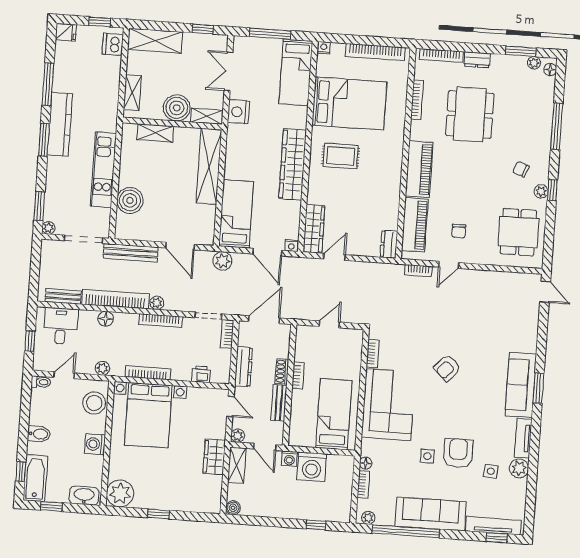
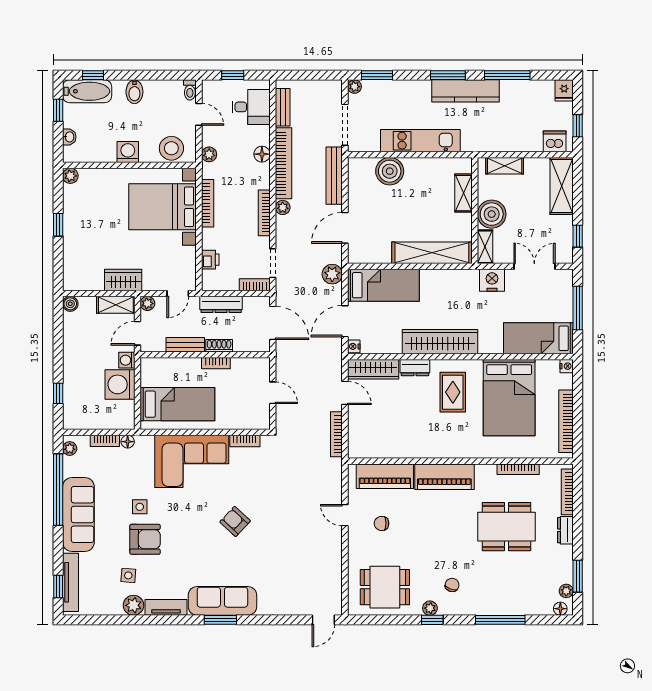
dresser: (389, 244) -> (415, 368), moved, turned 180
bookcase: (418, 271) -> (336, 434), moved, width x1.56
plant: (120, 493) -> (70, 176), width x0.53, depth x0.53
washbasin: (84, 496) -> (69, 137), width x0.52, depth x0.69

